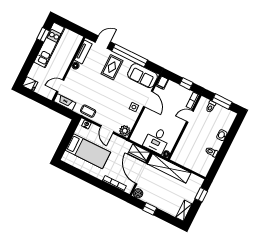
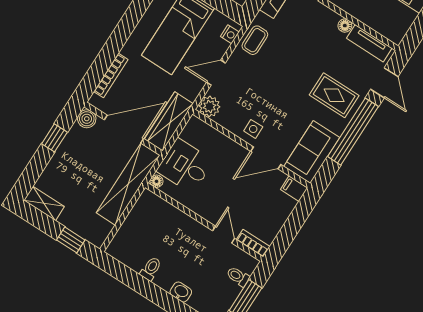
window: (186, 84) -> (287, 234), removed
wardrobe: (139, 153) -> (169, 121), width x1.50

